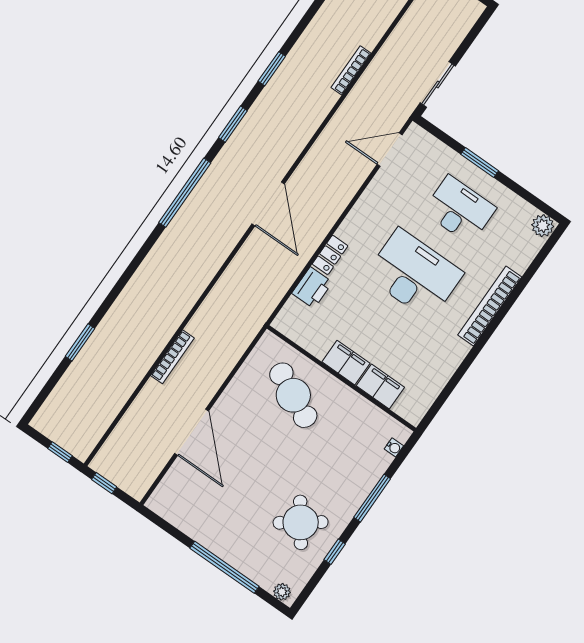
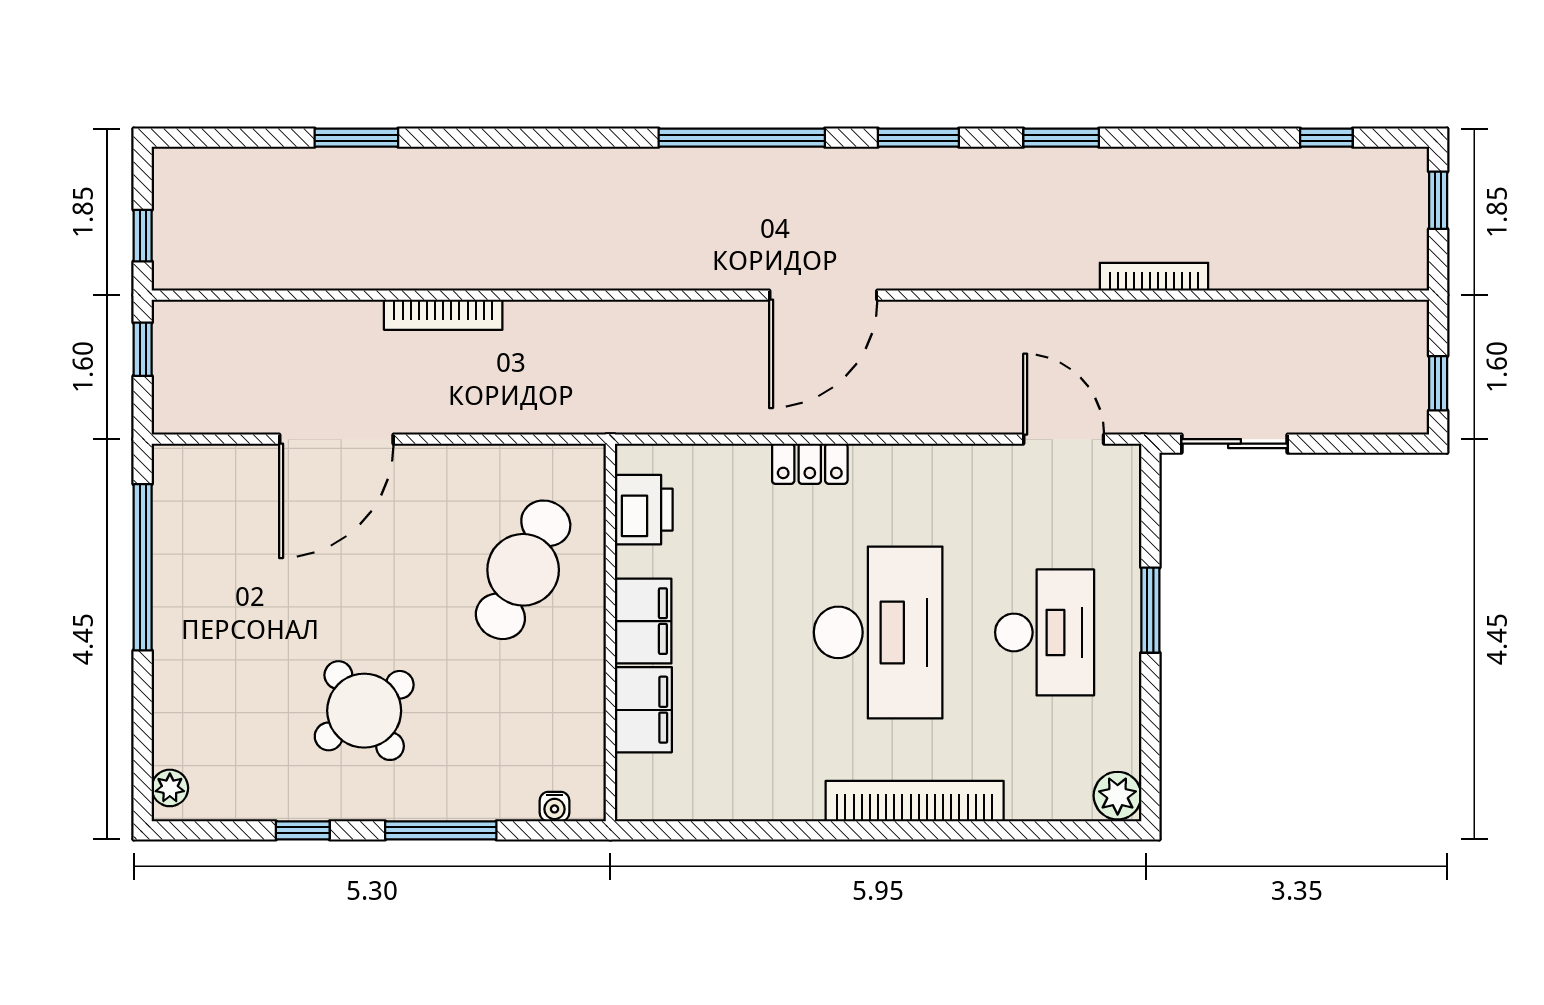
printer: (312, 288) -> (644, 510), moved, turned -90
round table: (301, 522) -> (364, 711), moved
window: (224, 567) -> (143, 567), moved

